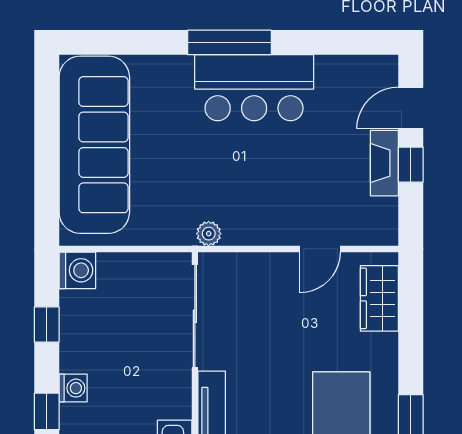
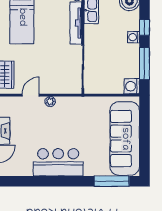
window: (229, 42) -> (112, 181), moved
plant: (209, 234) -> (50, 101), moved
window: (47, 325) -> (144, 64), width x2.17

